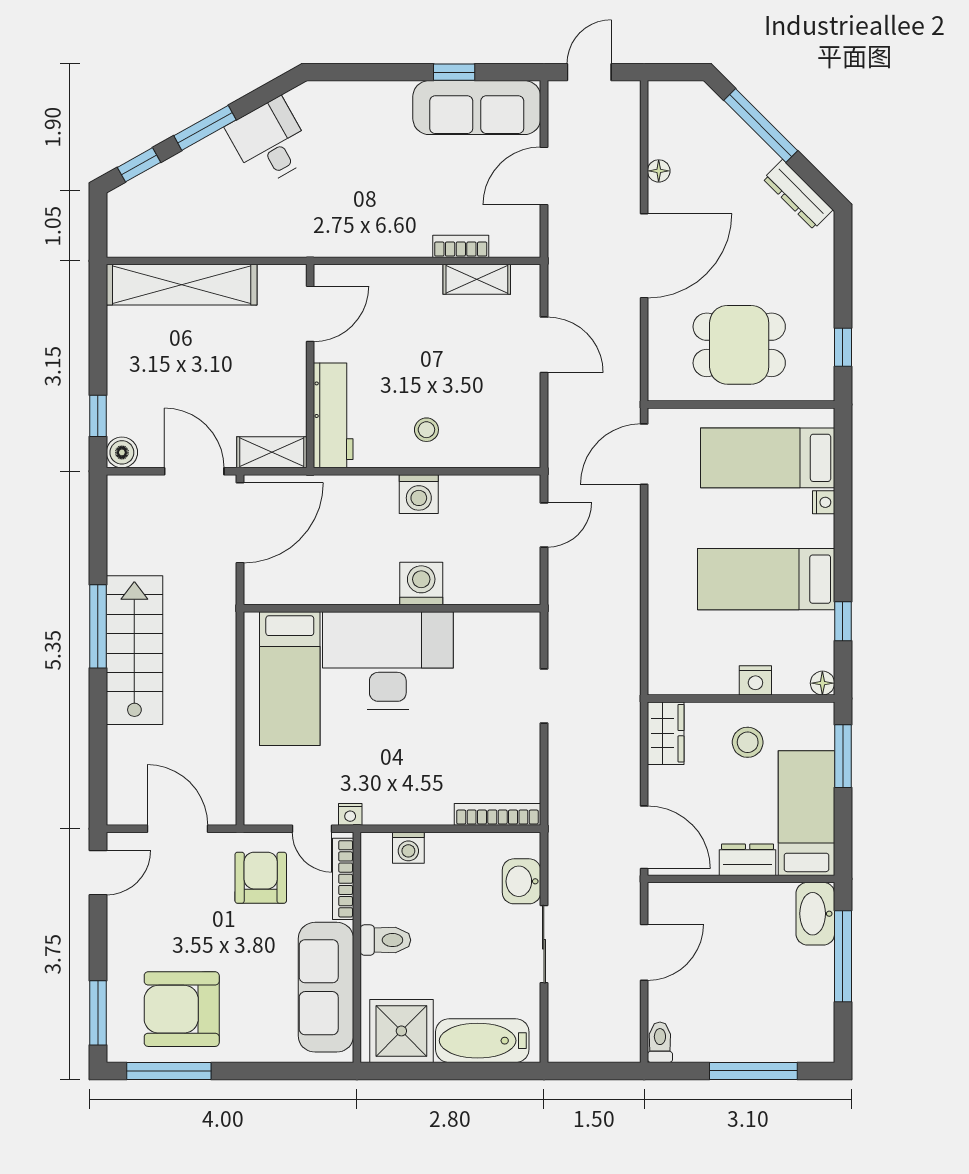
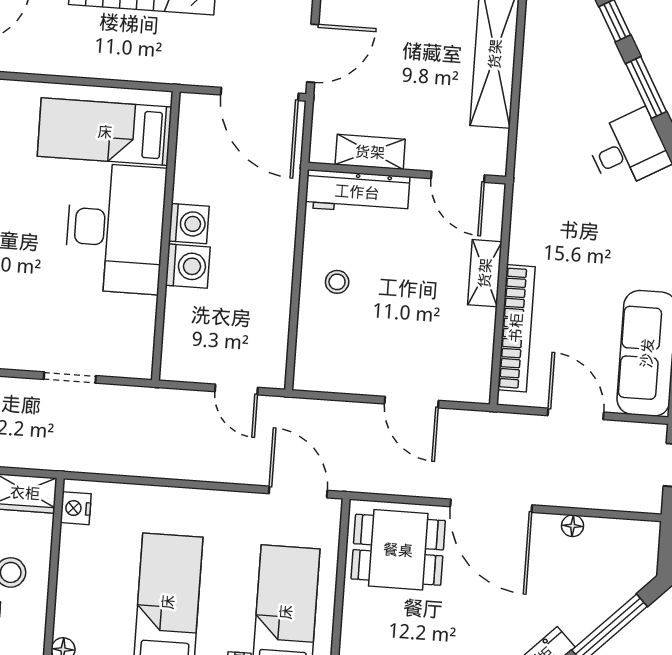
bookcase: (461, 246) -> (516, 328), width x2.31, depth x1.31
shelving: (477, 279) -> (485, 273), moved
door: (544, 345) -> (412, 402), hinge flipped
dining table: (739, 345) -> (398, 550), moved, turned 90
shelving: (272, 452) -> (370, 152), moved, turned 90
washing machine: (419, 494) -> (189, 224), moved, turned 180
nightstand: (755, 680) -> (76, 508), moved

